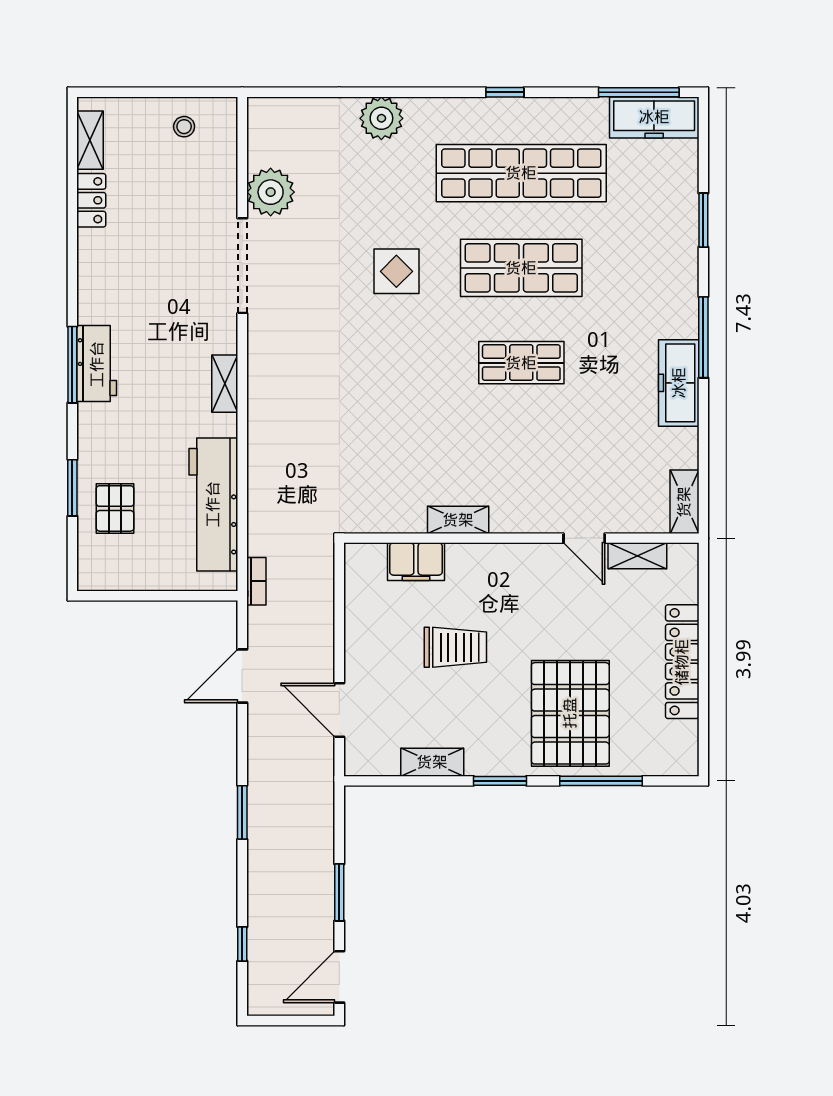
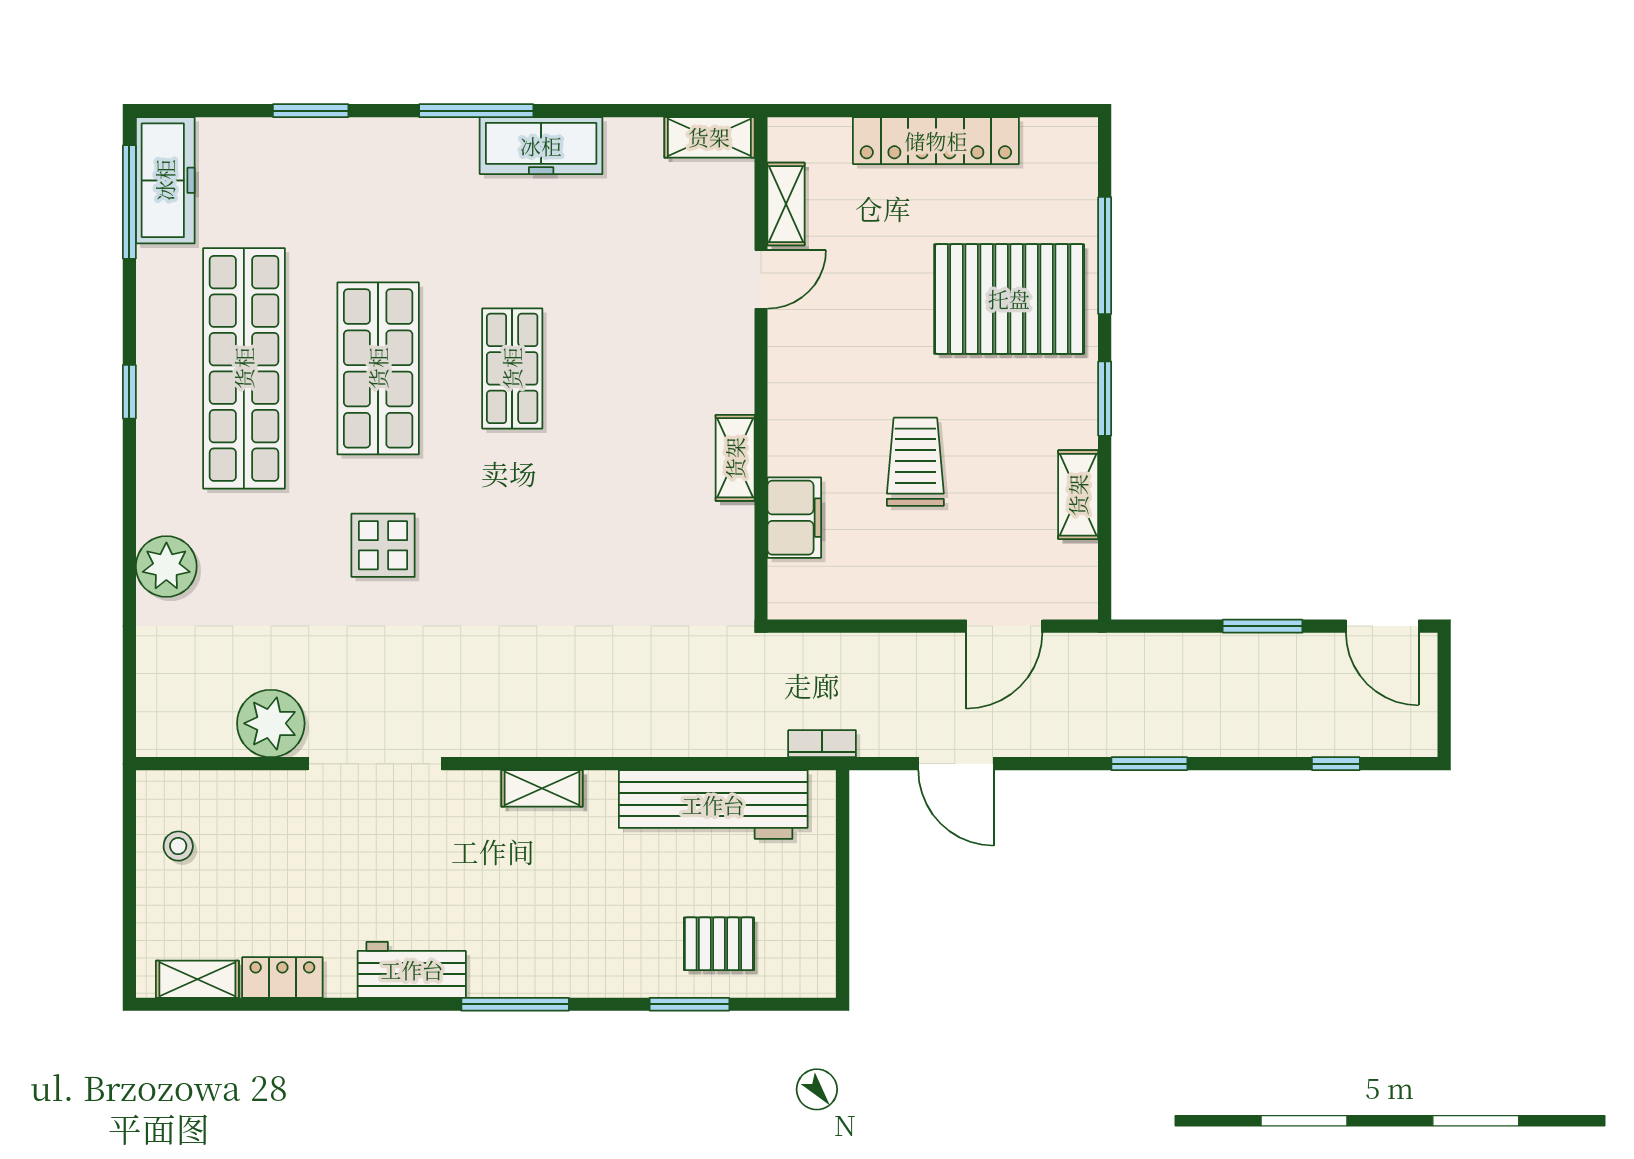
workbench: (97, 364) -> (412, 970), moved

